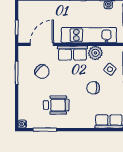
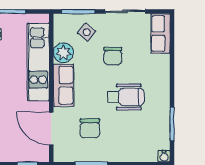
chair: (42, 72) -> (90, 128), turned 133
wheelchair: (56, 105) -> (126, 97), moved, turned 90

